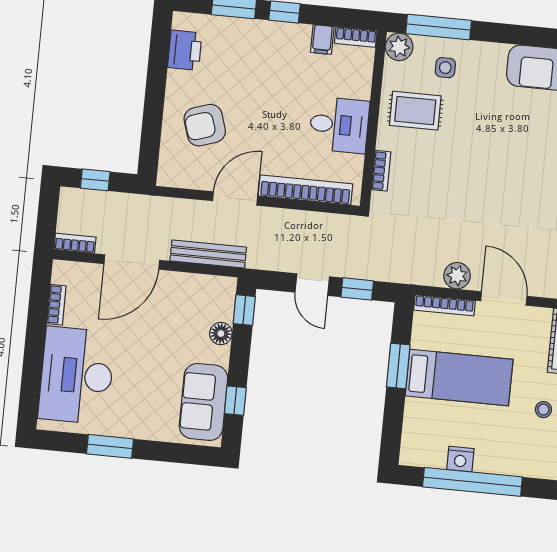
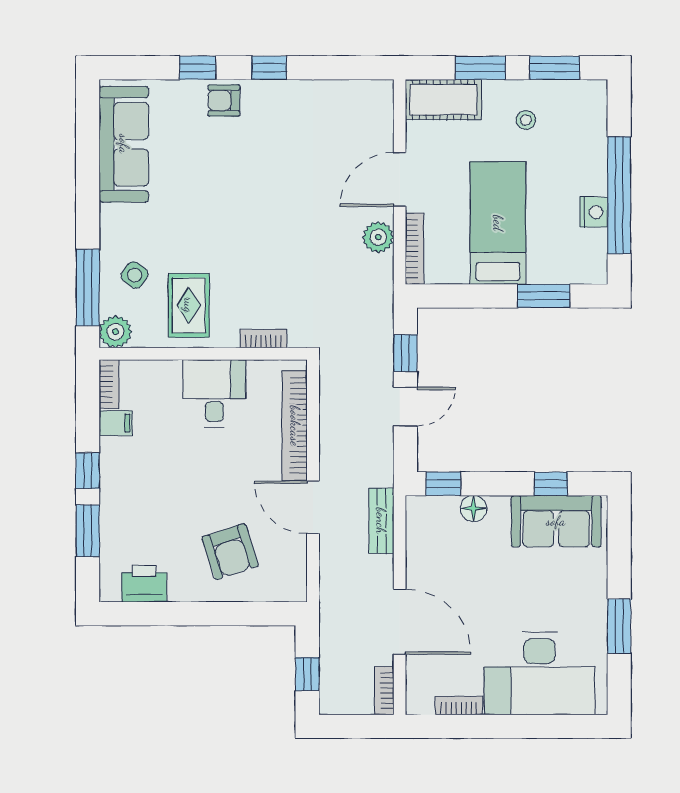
side table: (445, 68) -> (135, 275), turned 37
bench: (208, 254) -> (381, 521), width x0.73
window: (398, 366) -> (544, 296), moved

